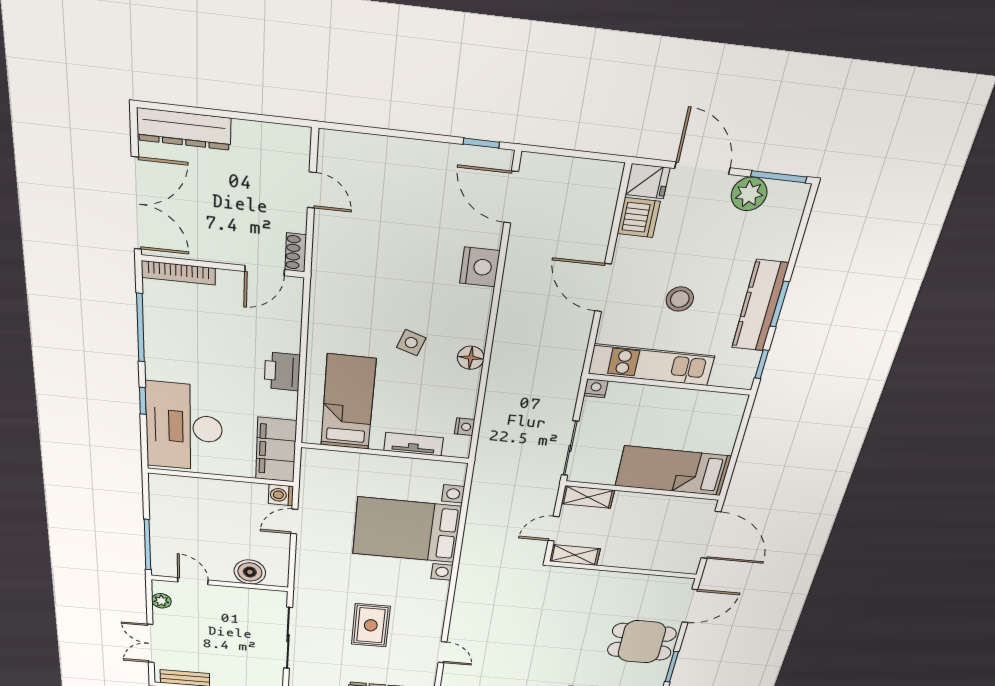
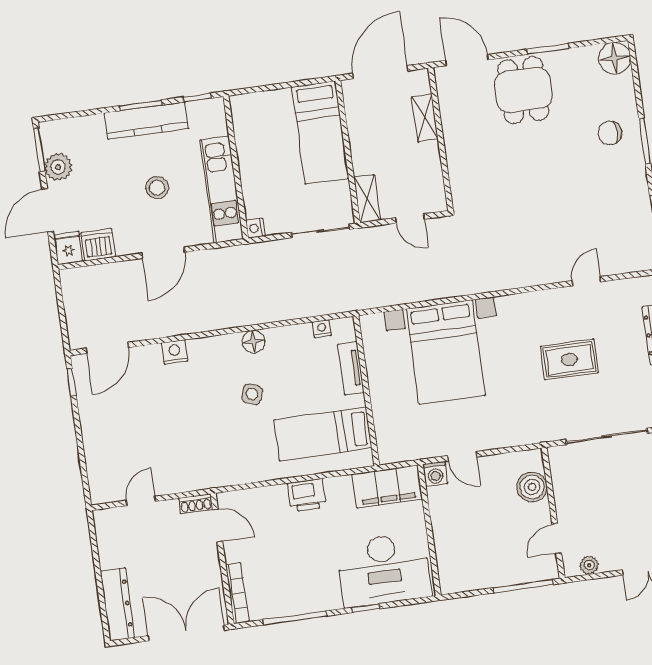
nightstand: (480, 267) -> (175, 352), width x0.74, depth x0.75
shelving: (575, 555) -> (425, 118), moved

